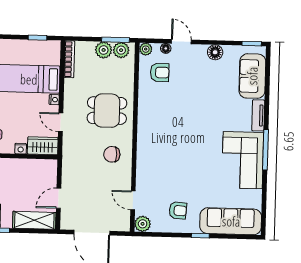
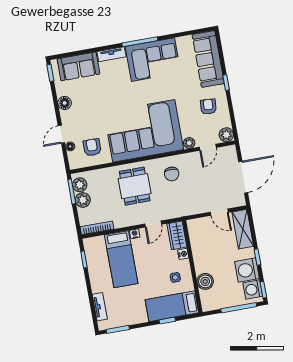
plant: (146, 49) -> (189, 143), moved
corner sofa: (166, 133) -> (144, 131), added

